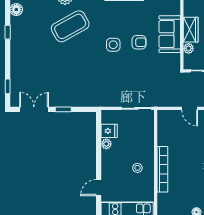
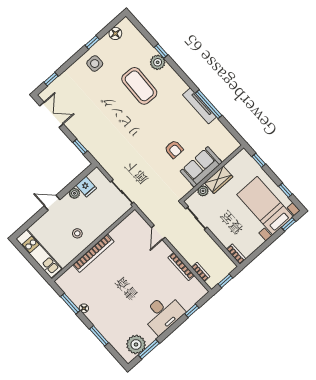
coffee table: (70, 26) -> (139, 86), turned 31
side table: (113, 45) -> (95, 64), moved
window: (63, 109) -> (80, 147), moved
door: (99, 188) -> (52, 203), moved

